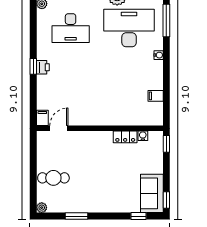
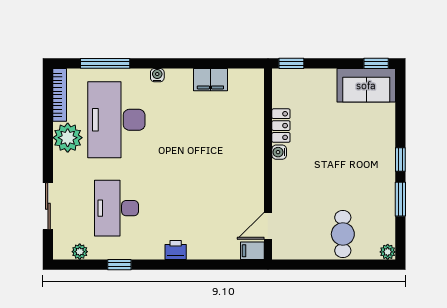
desk: (71, 28) -> (116, 208), turned 180
window: (33, 66) -> (119, 265), moved
filing cabinet: (156, 96) -> (210, 80), width x2.00
door: (59, 128) -> (268, 226), hinge flipped
water cooler: (143, 136) -> (279, 152), moved
window: (138, 216) -> (400, 160), moved

